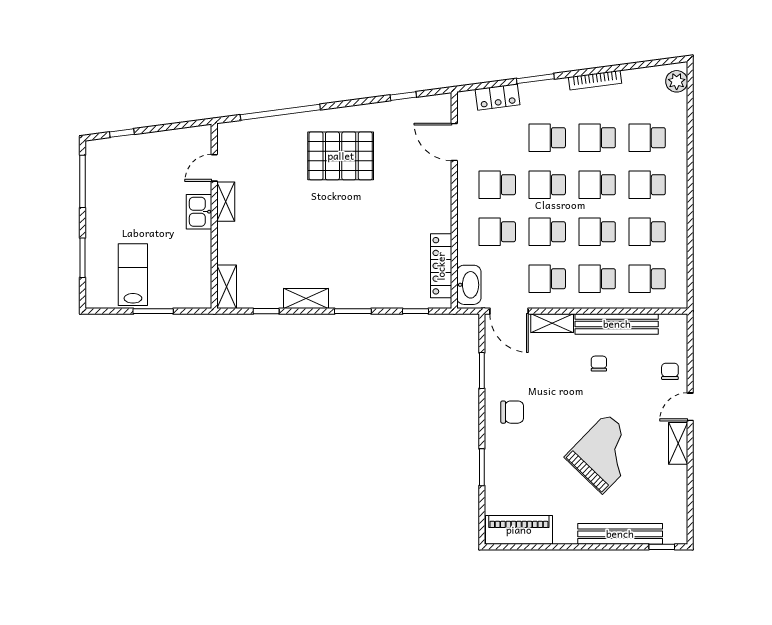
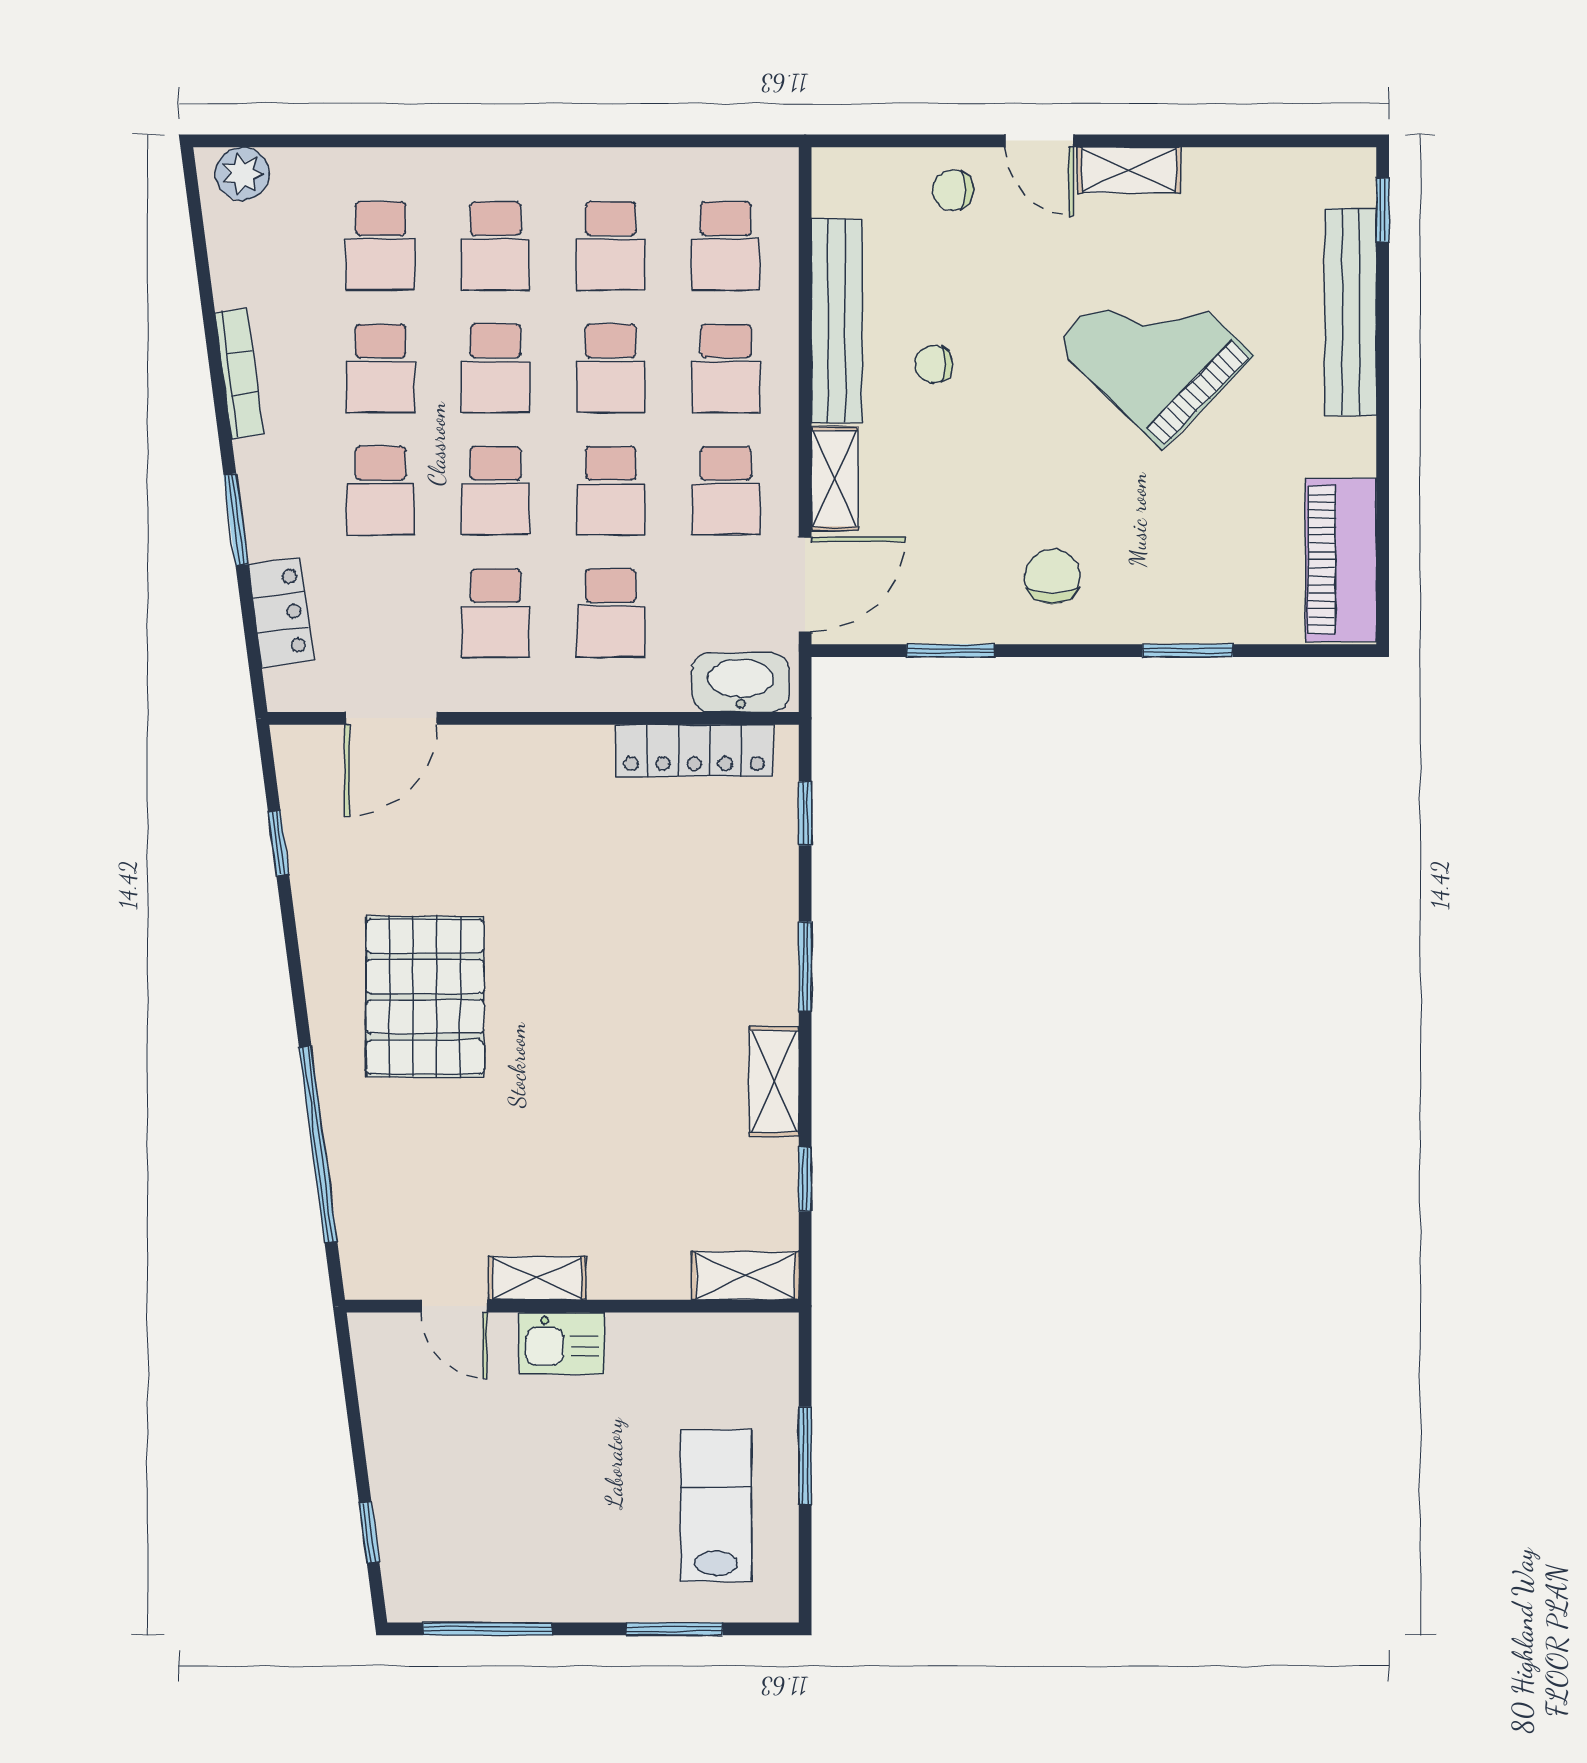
lab bench: (133, 275) -> (716, 1505), turned 90

